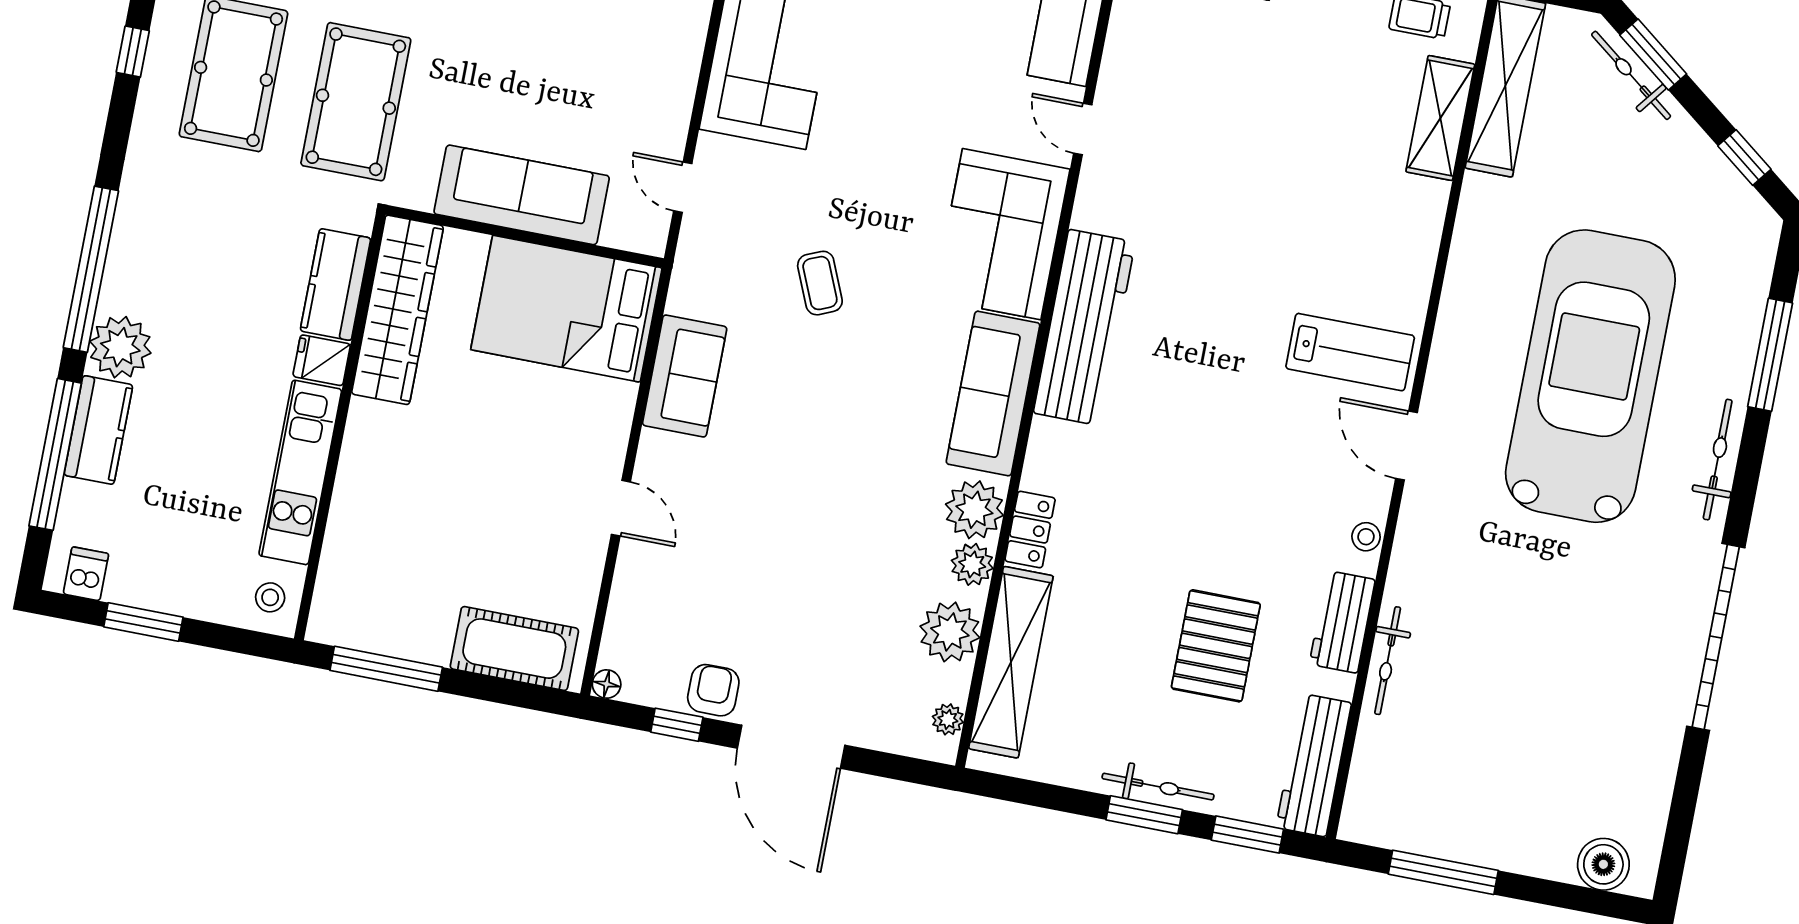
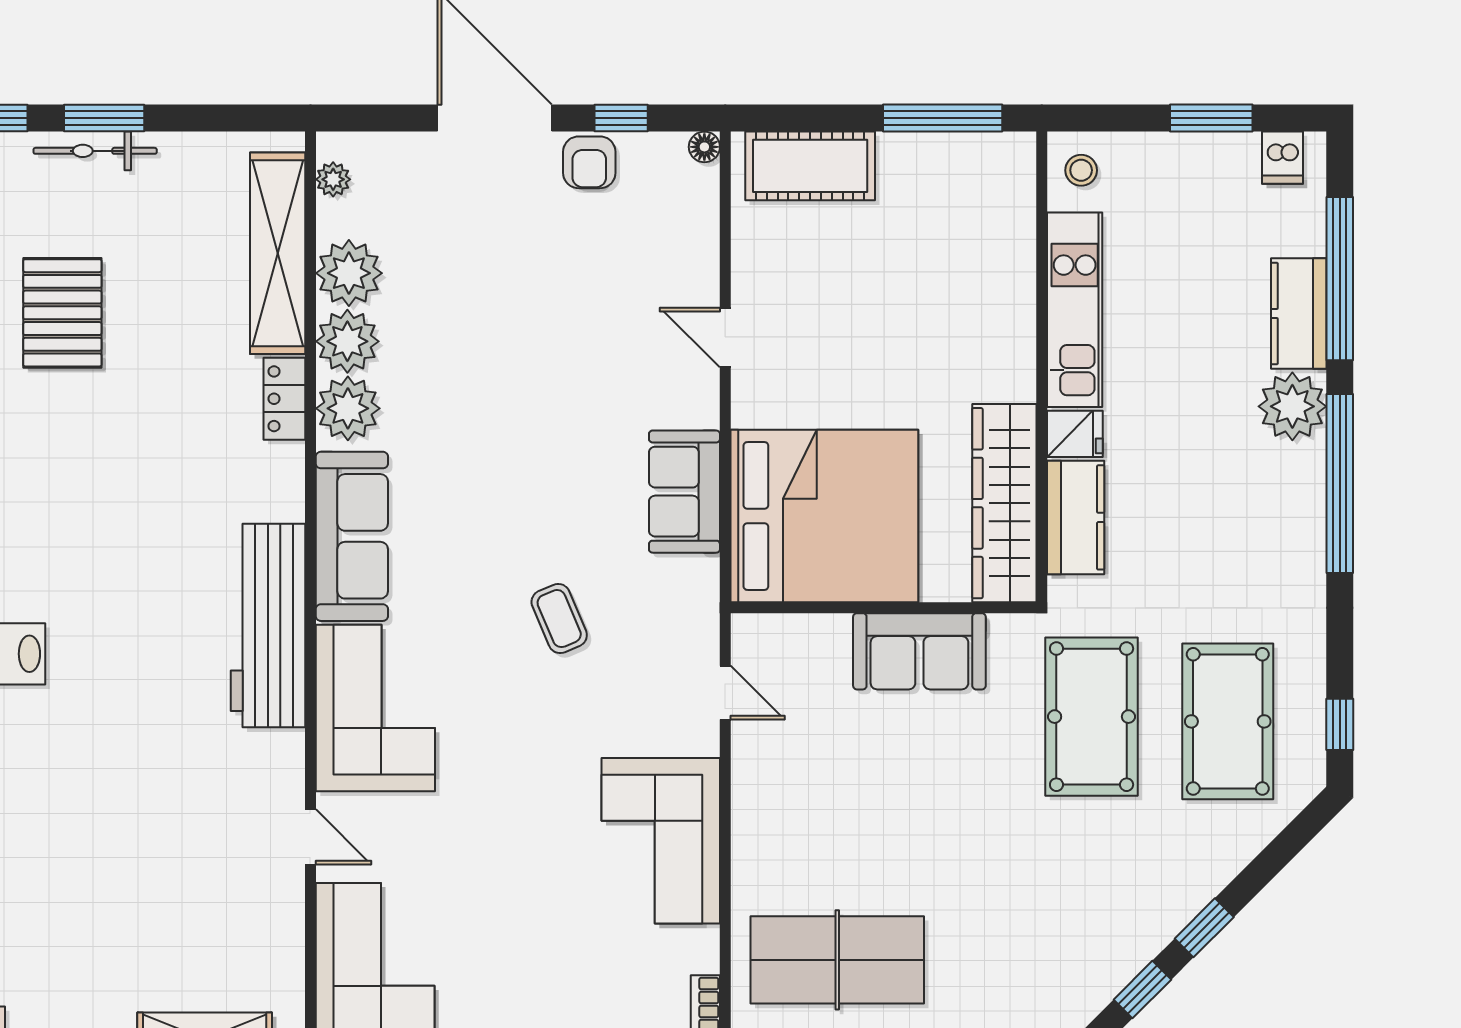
sofa: (522, 195) -> (919, 651), width x0.73
bed: (566, 309) -> (824, 516), width x1.36
plant: (972, 564) -> (347, 341), width x1.36, depth x1.36

